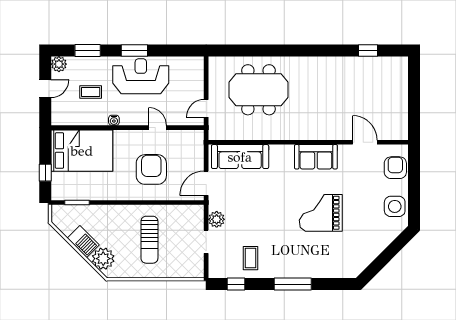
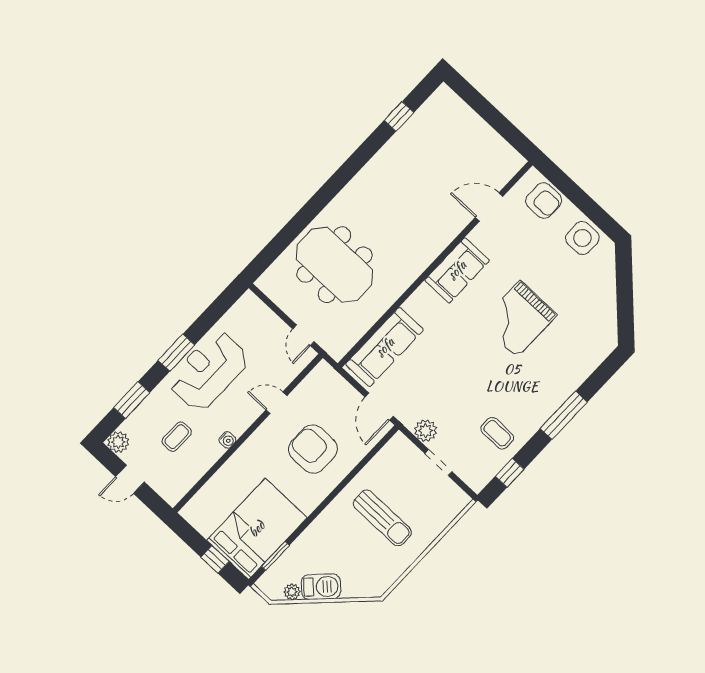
door: (45, 89) -> (130, 479), swing flipped
meeting table: (258, 90) -> (335, 265), turned 90
bed: (82, 151) -> (257, 529), moved
armchair: (395, 168) -> (544, 201), turned 180
plant: (103, 259) -> (292, 592), moved, width x0.53, depth x0.53

